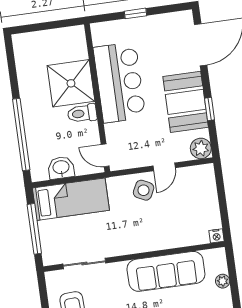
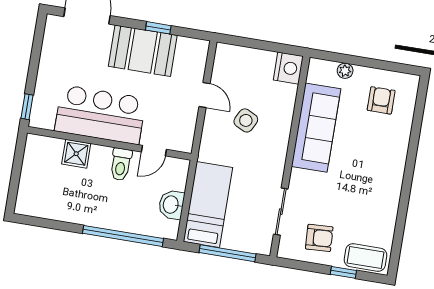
window: (135, 13) -> (27, 107), moved
shower: (71, 83) -> (76, 154), width x0.54, depth x0.54
plant: (201, 148) -> (197, 50), removed
door: (105, 155) -> (154, 151), moved
side table: (144, 190) -> (246, 120), moved
nightstand: (216, 236) -> (288, 68), width x1.89, depth x1.79

